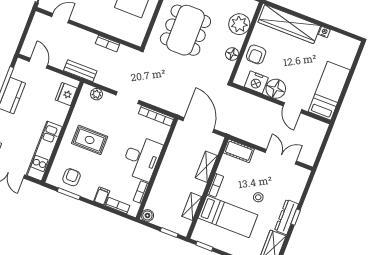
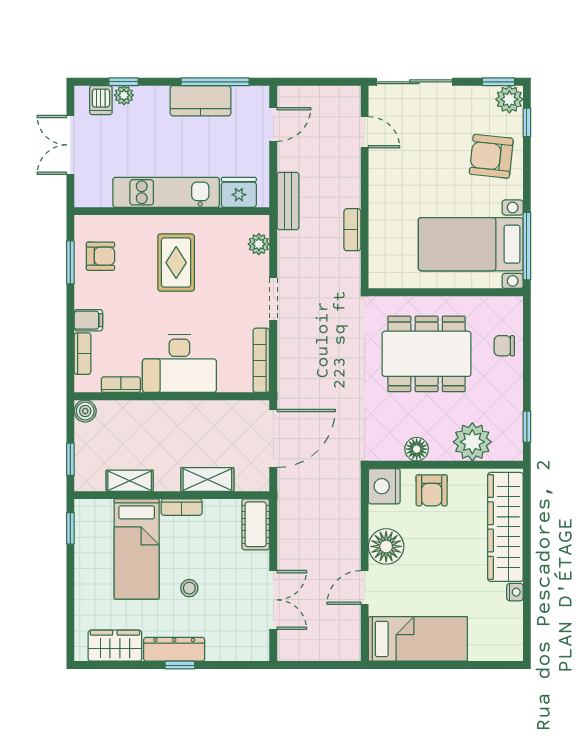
armchair: (256, 54) -> (432, 490), turned -90
nightstand: (256, 82) -> (384, 486), moved
kitchen unit: (44, 151) -> (166, 192), moved

